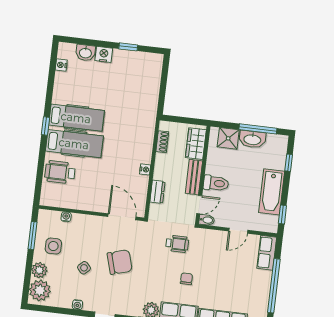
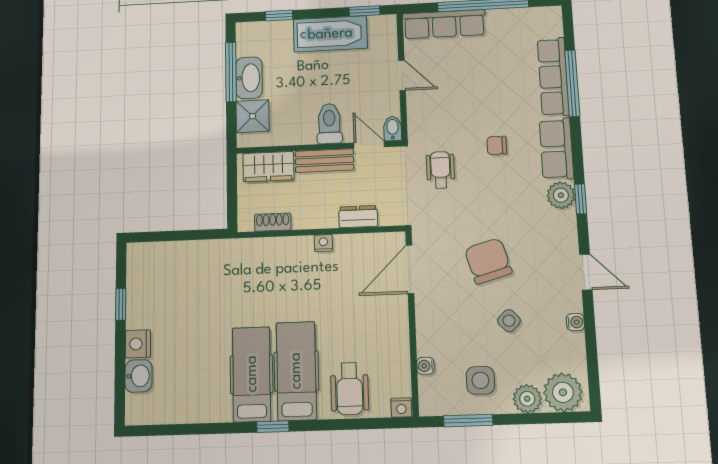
nightstand: (61, 65) -> (401, 407), moved
row of seats: (267, 253) -> (444, 24), width x1.48

